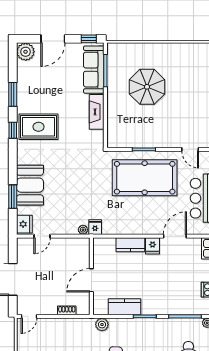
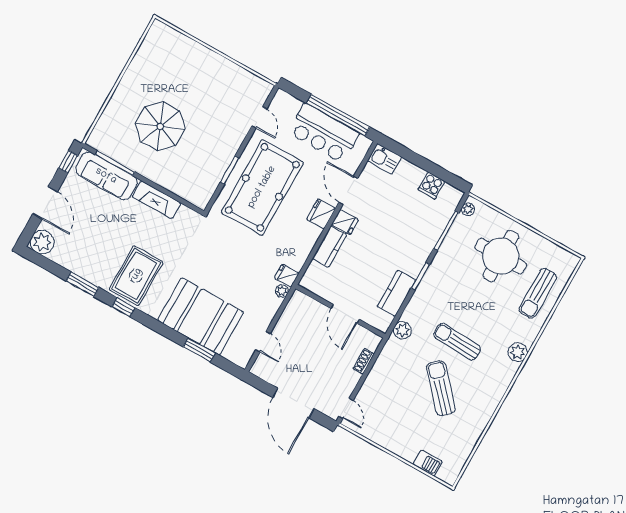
door: (190, 149) -> (259, 117), hinge flipped
booth: (30, 185) -> (201, 316), width x1.36, depth x1.42
fridge: (24, 224) -> (321, 214), moved, turned -90

